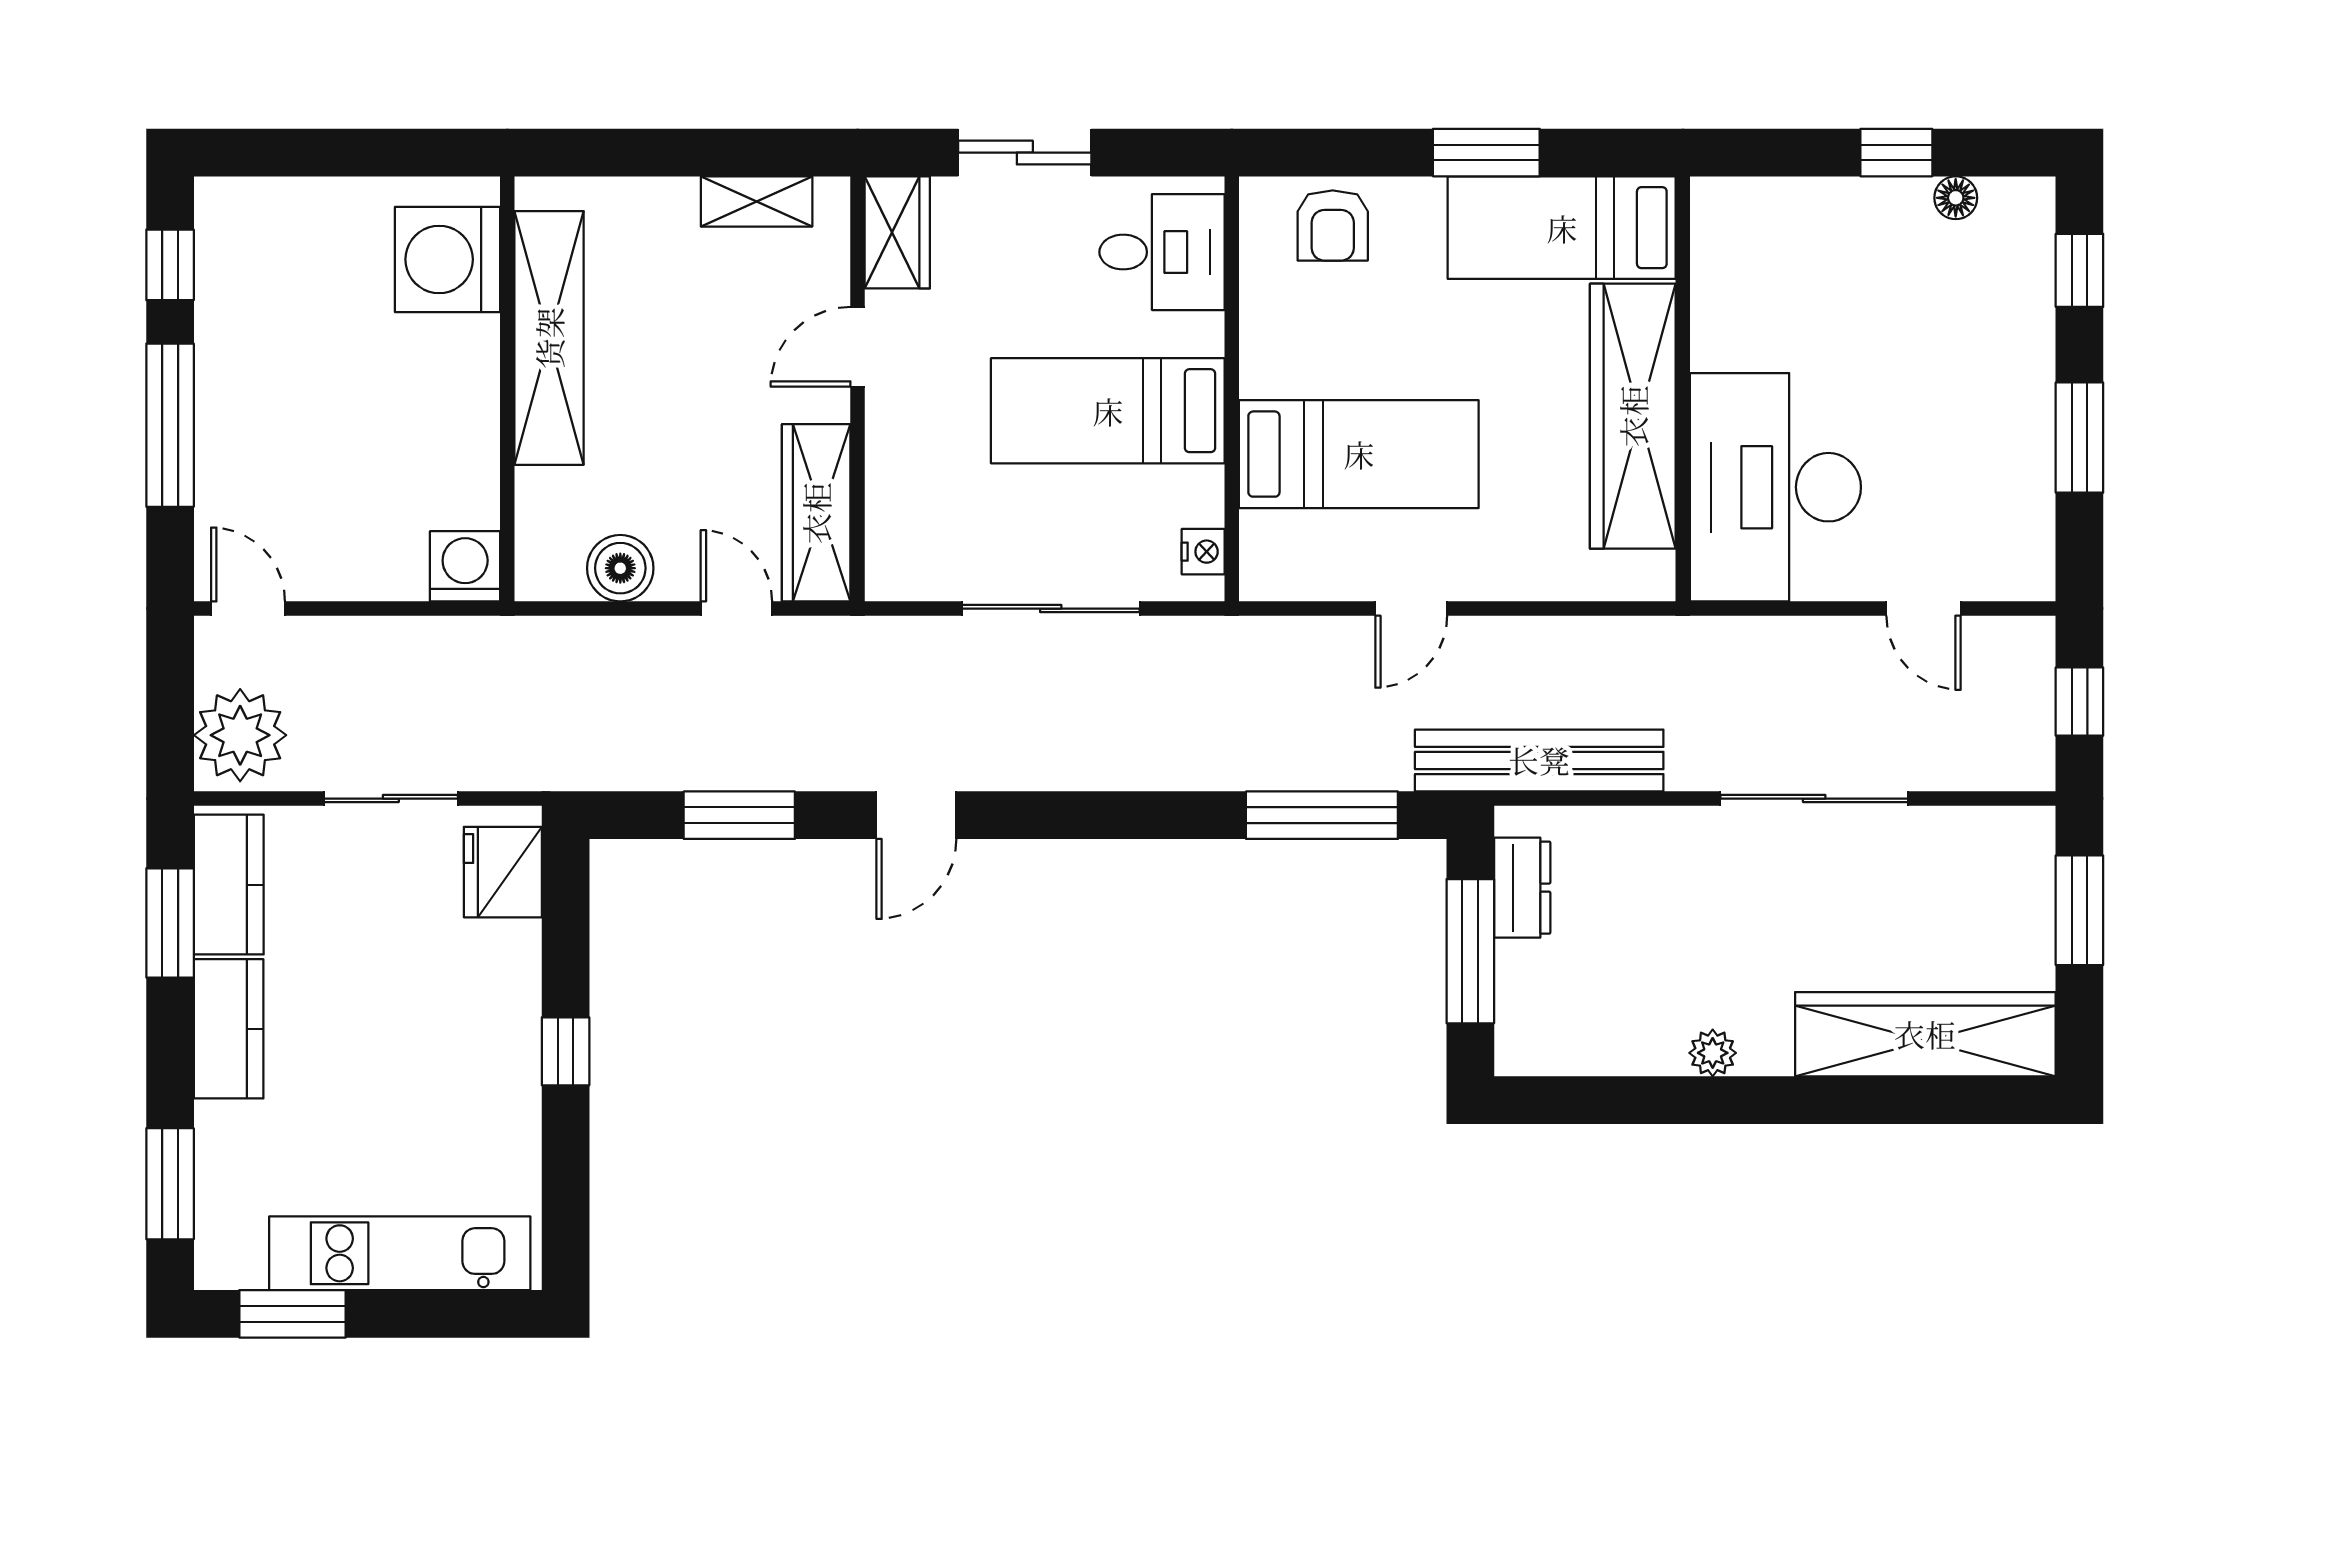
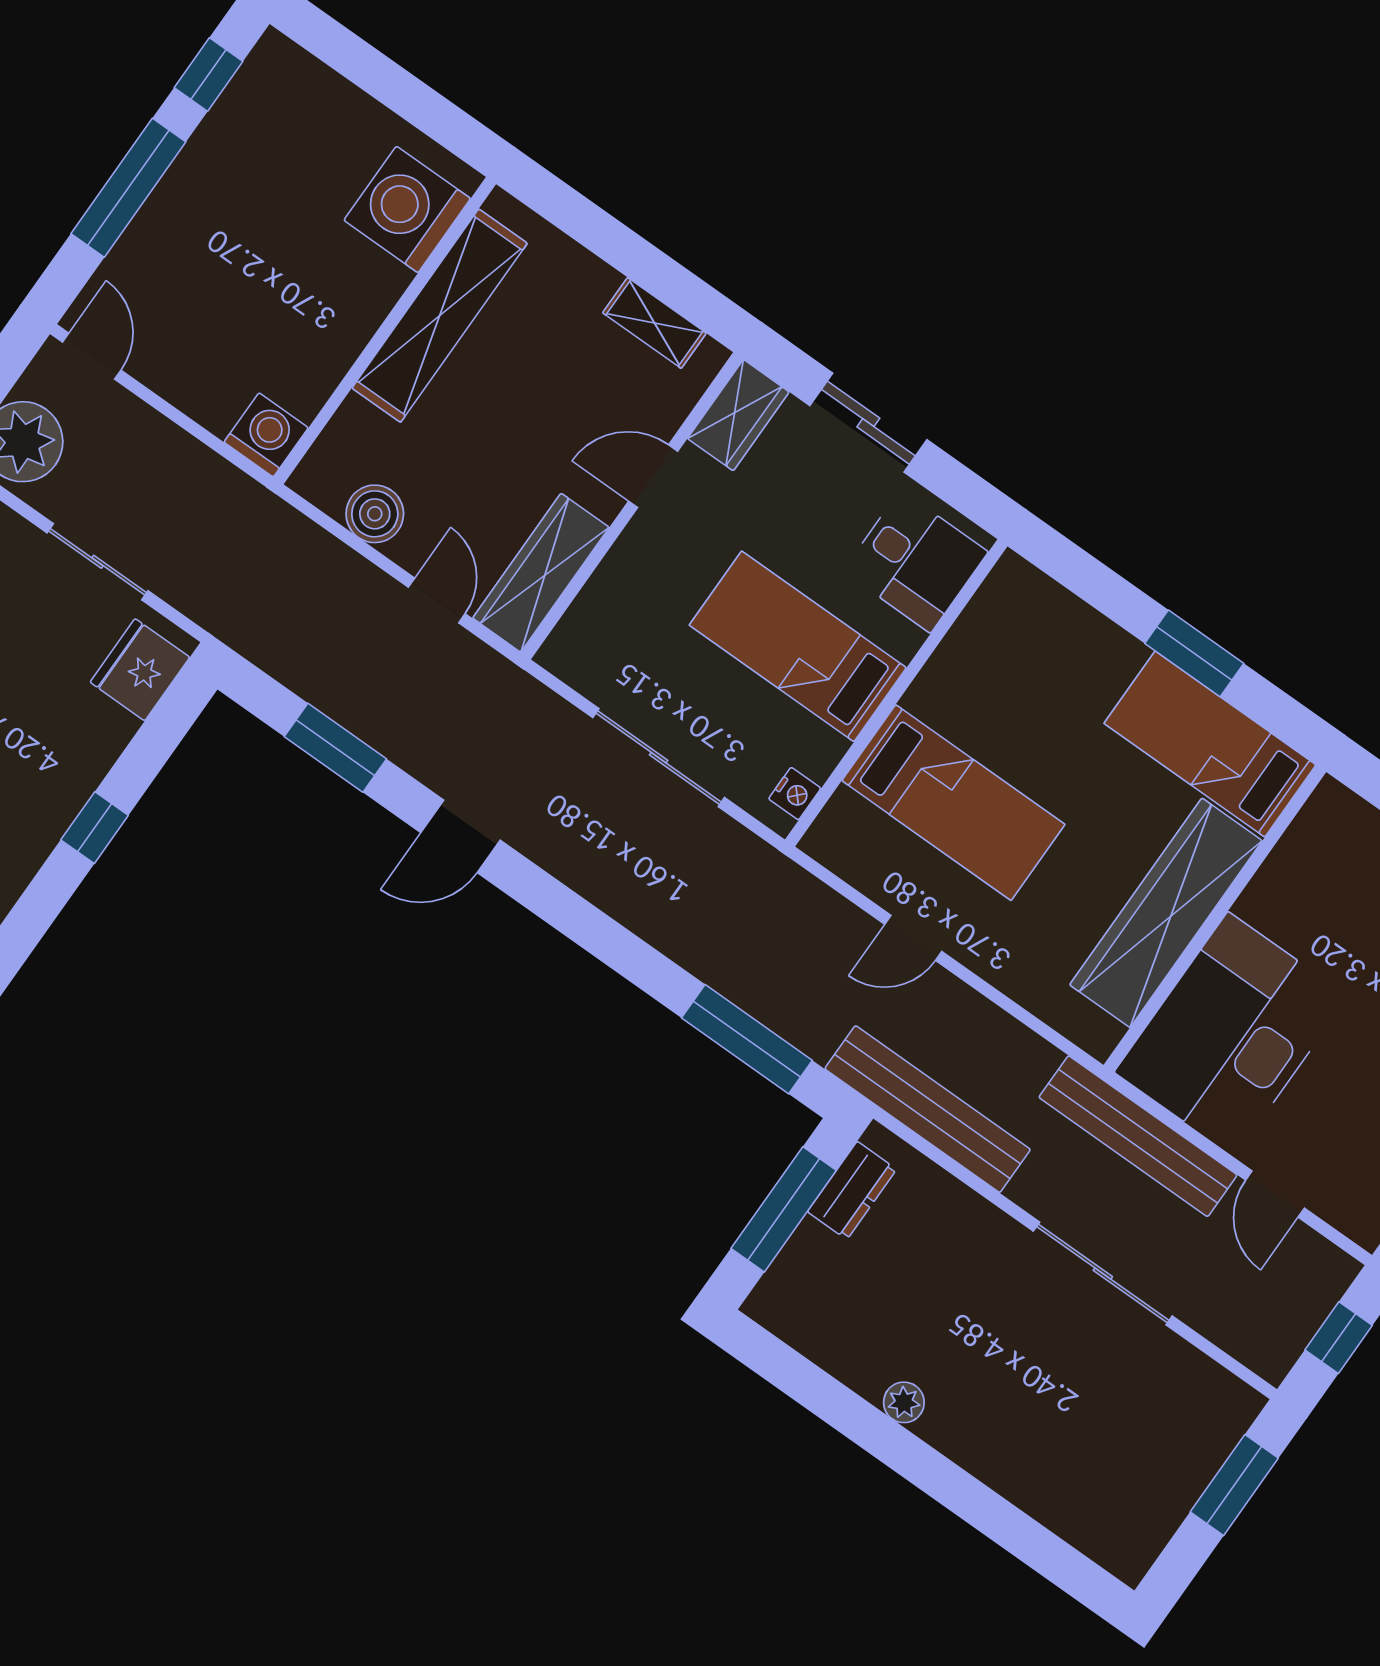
armchair: (1333, 225) -> (1049, 628), removed
bench: (1756, 645) -> (1138, 1136), added
wardrobe: (1925, 1034) -> (1064, 1496), removed

